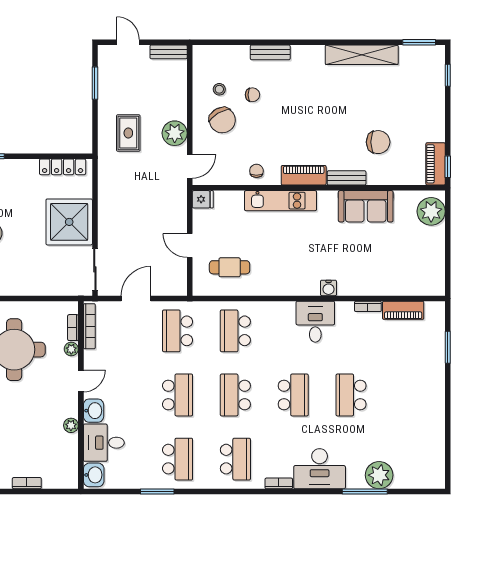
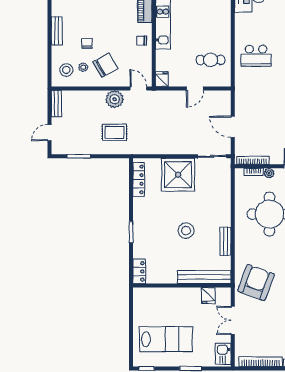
stool: (215, 66) -> (66, 70), added
cafe table: (230, 267) -> (211, 60), turned 90
school desk: (178, 331) -> (256, 97), removed

